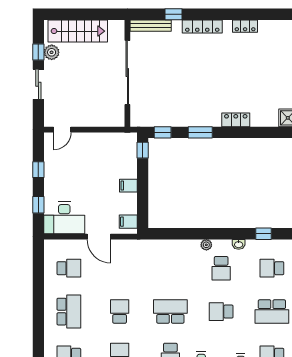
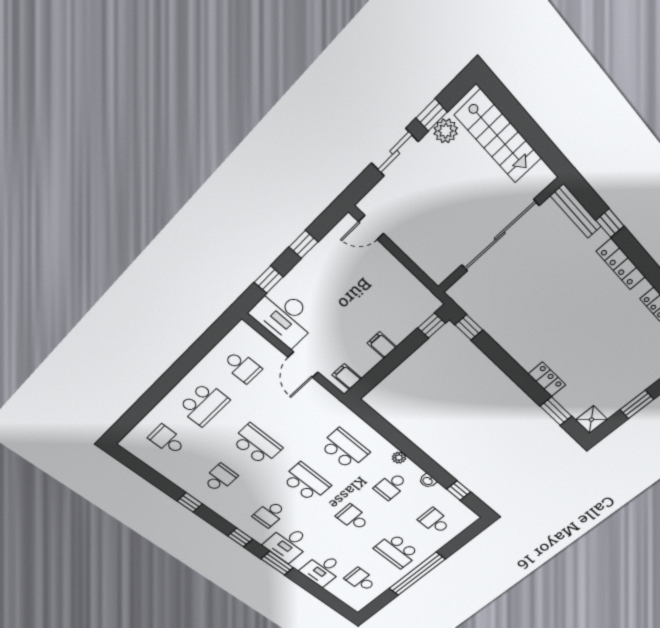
window: (200, 132) -> (556, 411), moved
school desk: (170, 268) -> (345, 449), added
school desk: (120, 312) -> (257, 444), width x1.85

